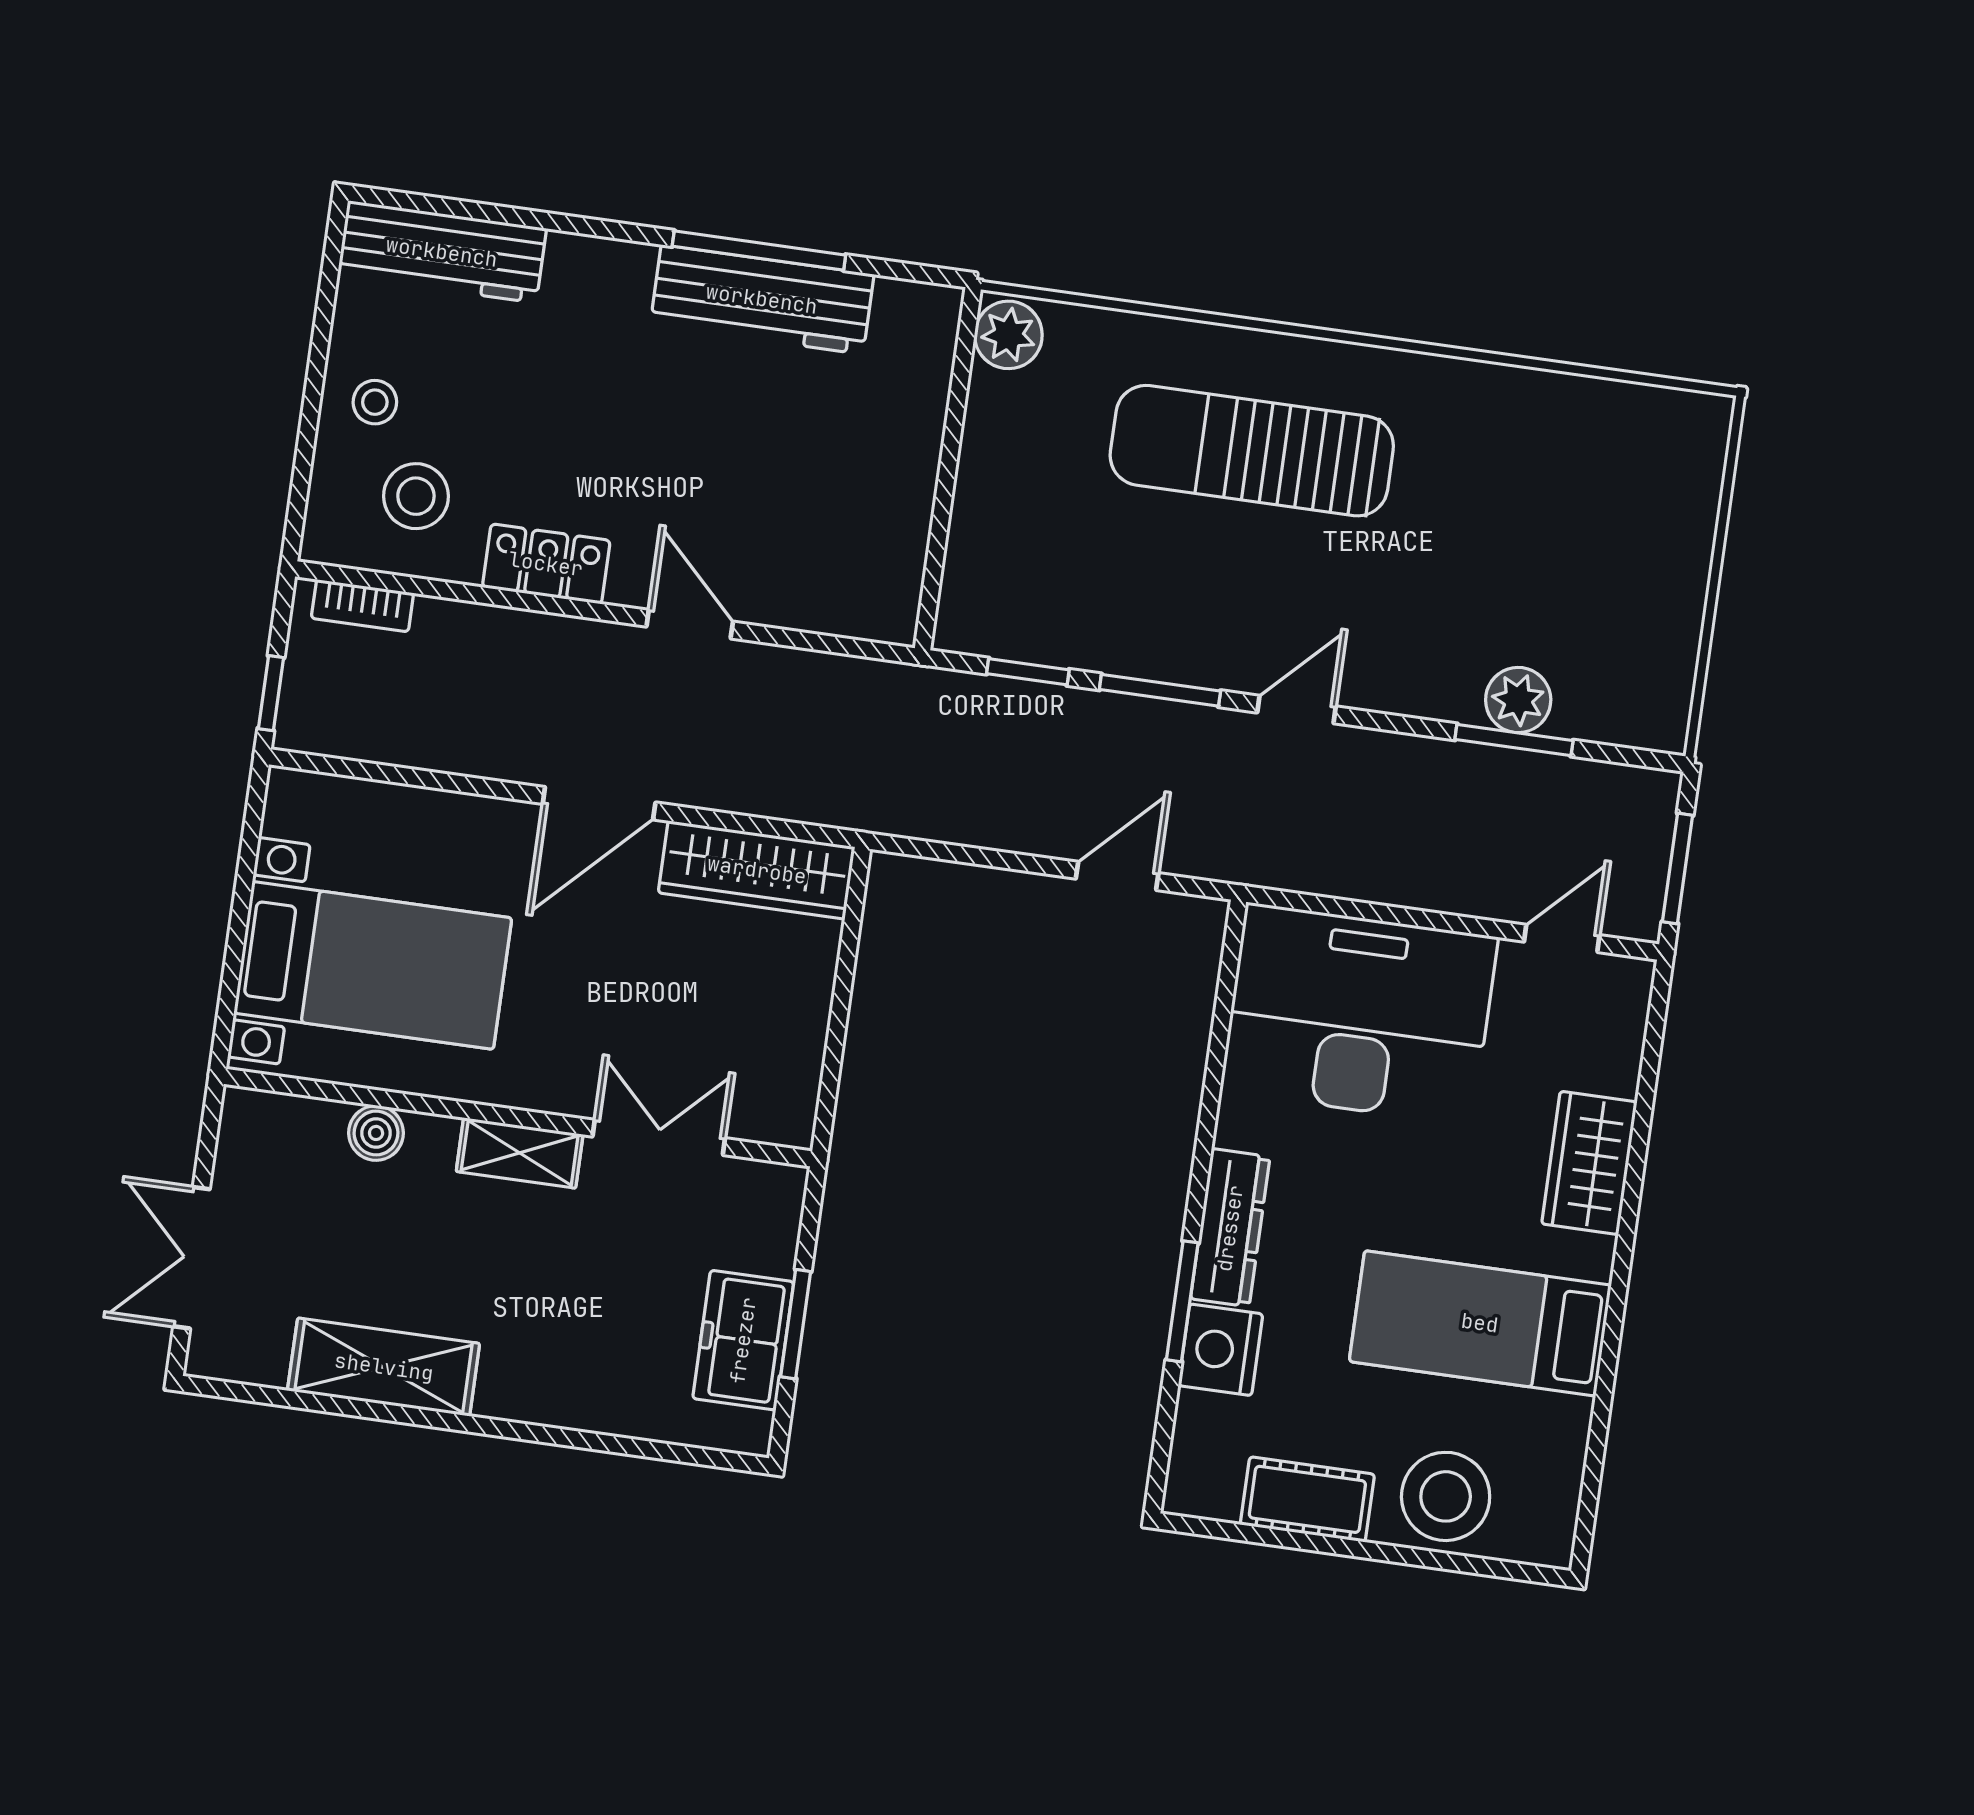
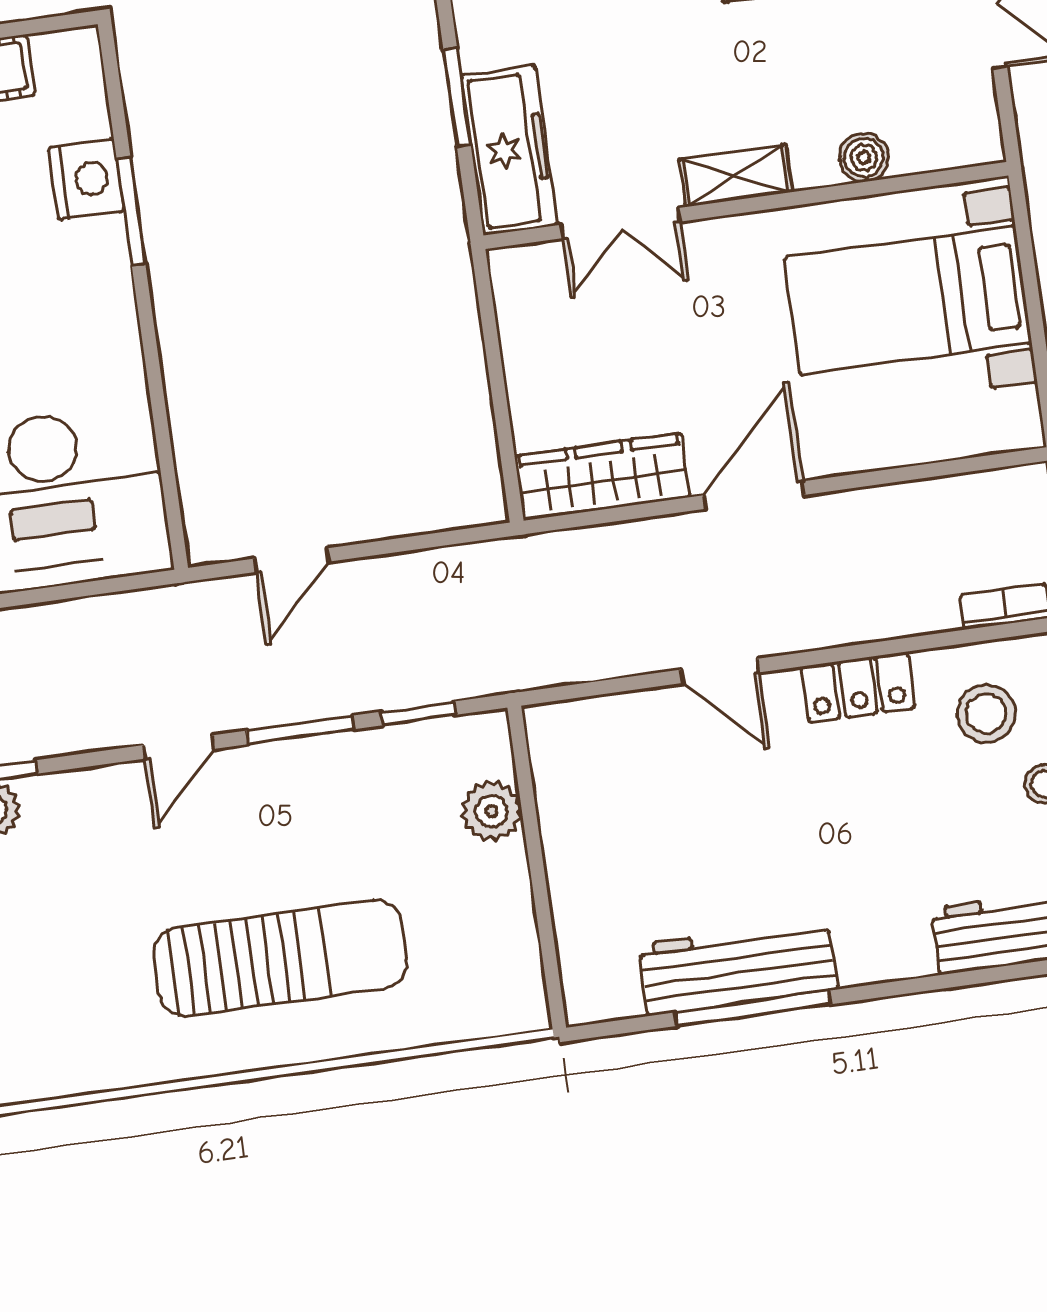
plant: (1008, 335) -> (492, 811), moved
dresser: (1230, 1228) -> (108, 286), removed
freezer: (743, 1340) -> (509, 150), moved, width x1.40

